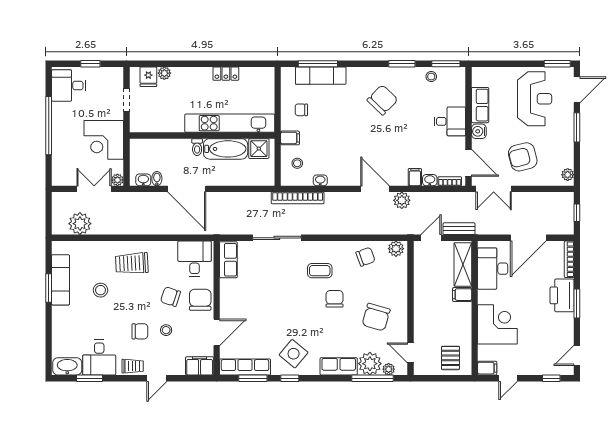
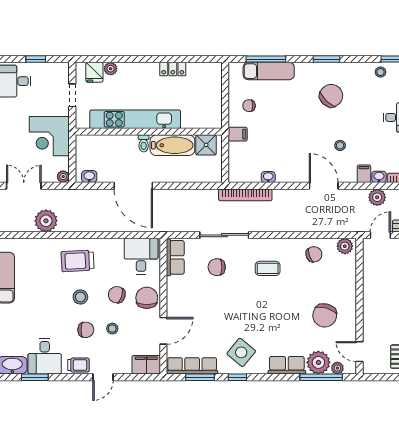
window: (402, 64) -> (326, 59), moved
kitchen unit: (230, 123) -> (135, 119), moved
stool: (297, 163) -> (340, 145), moved
bidet: (157, 179) -> (103, 175), removed
double door: (94, 189) -> (24, 186), moved
plant: (402, 200) -> (377, 197), moved
plant: (80, 224) -> (46, 221), moved
stool: (101, 290) -> (80, 297), moved
chair: (335, 299) -> (217, 267), moved, turned -90

